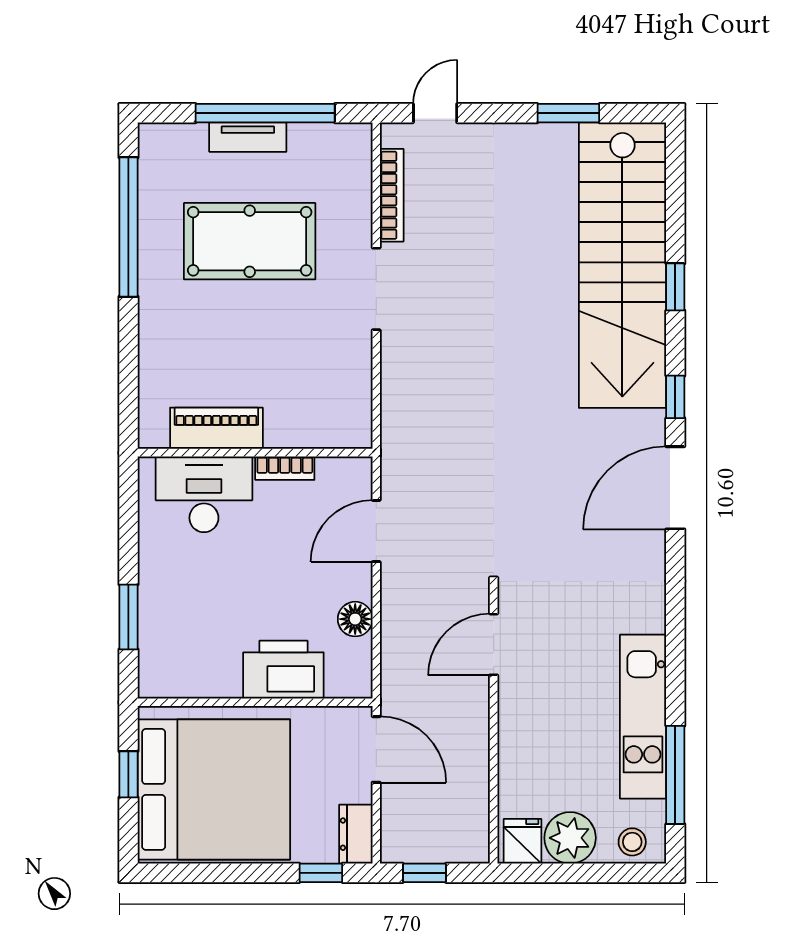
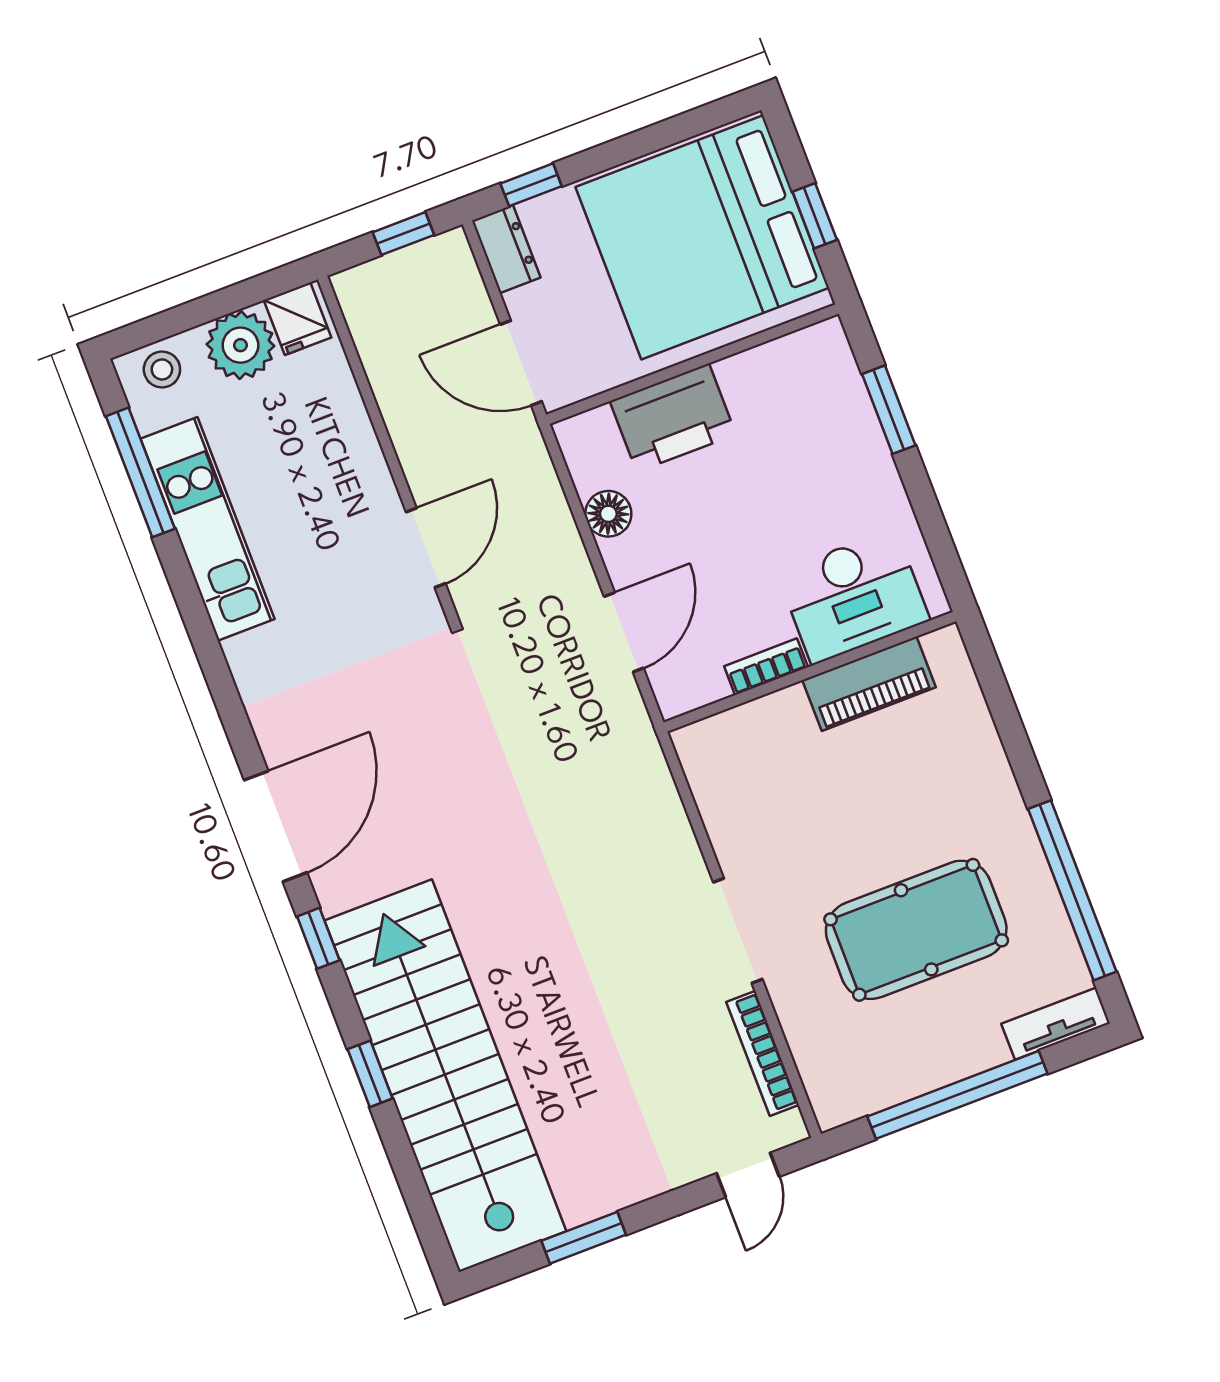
tv unit: (248, 137) -> (1056, 1024), moved

